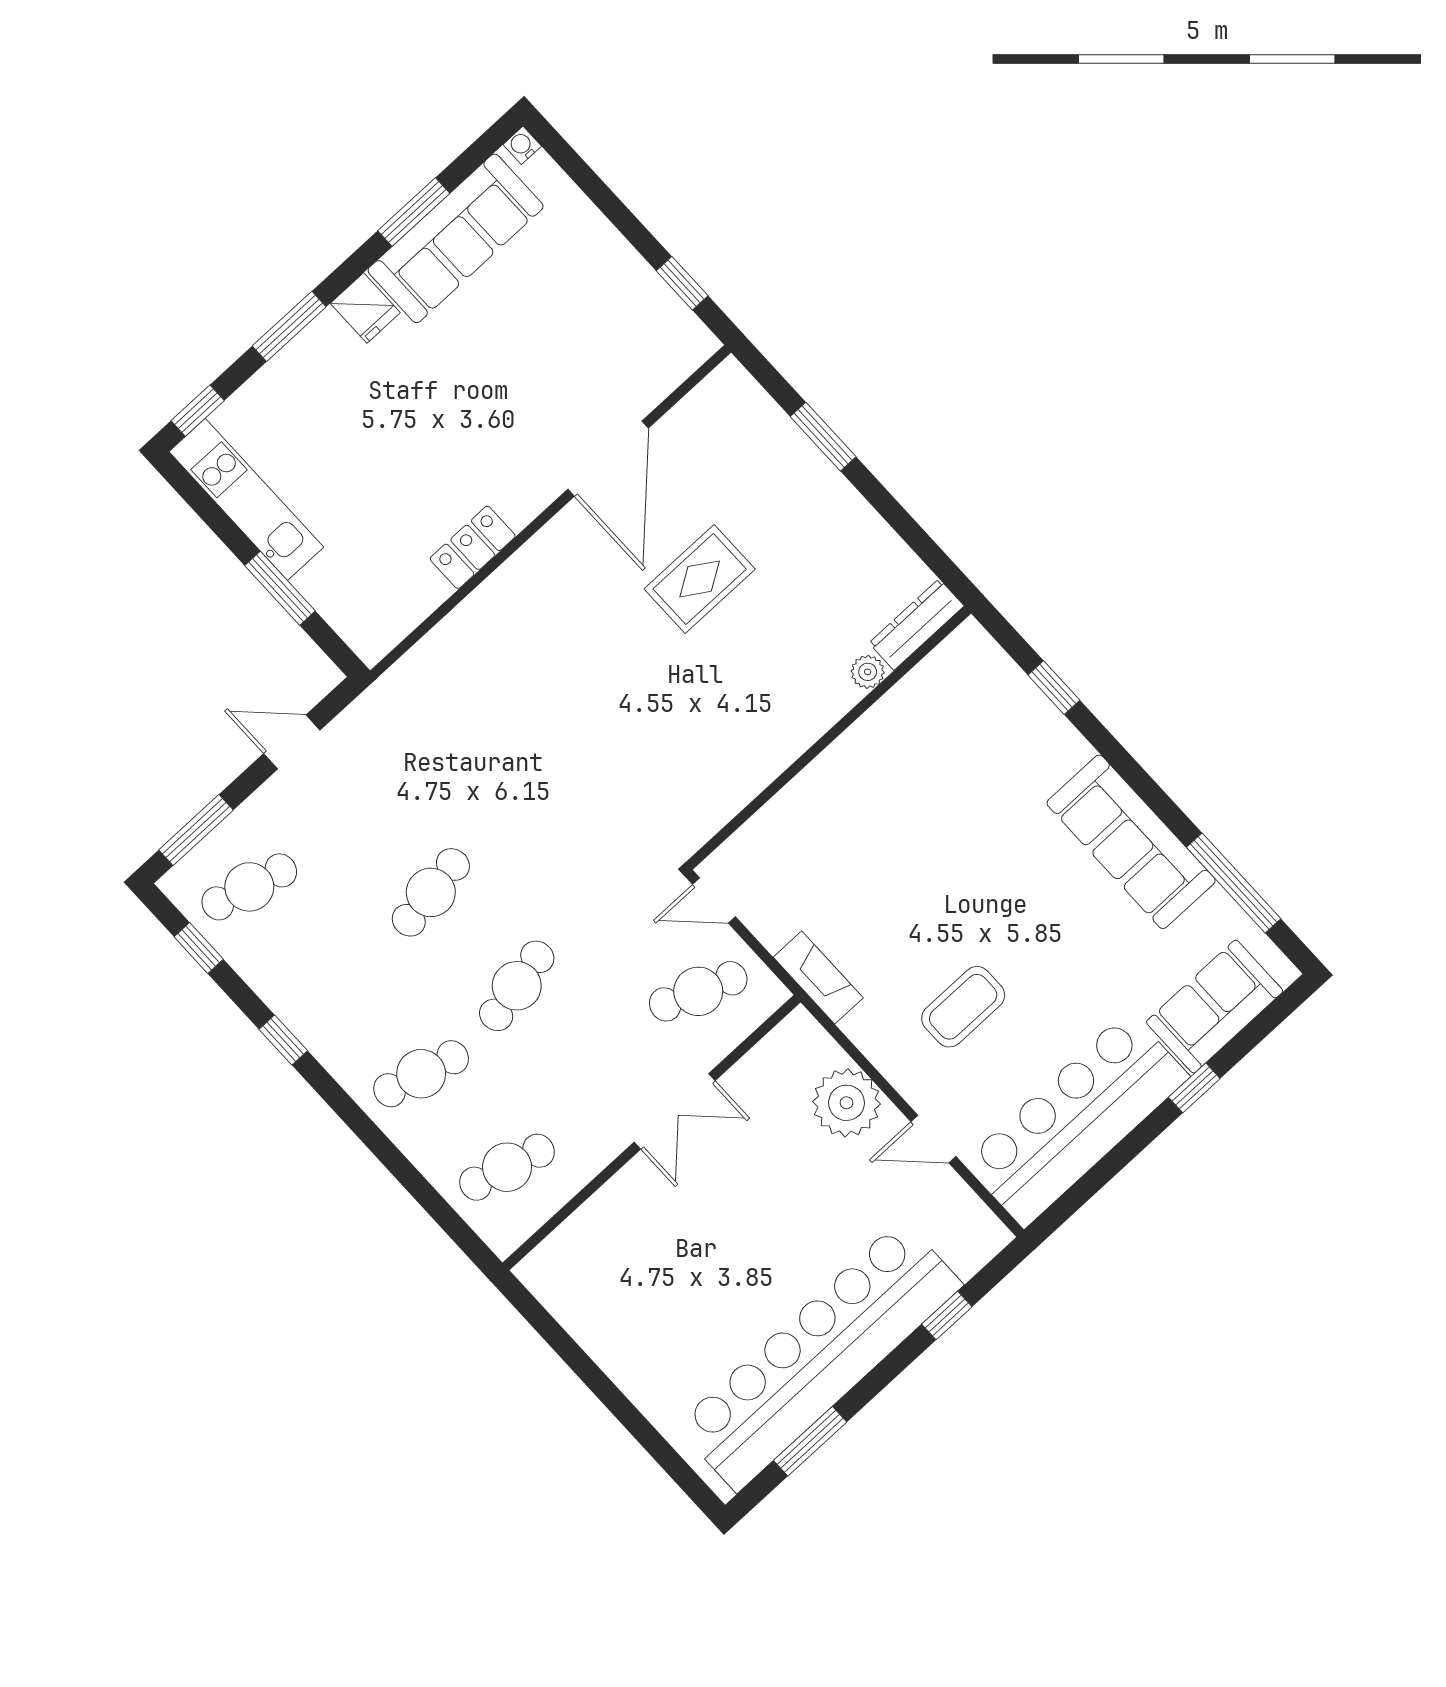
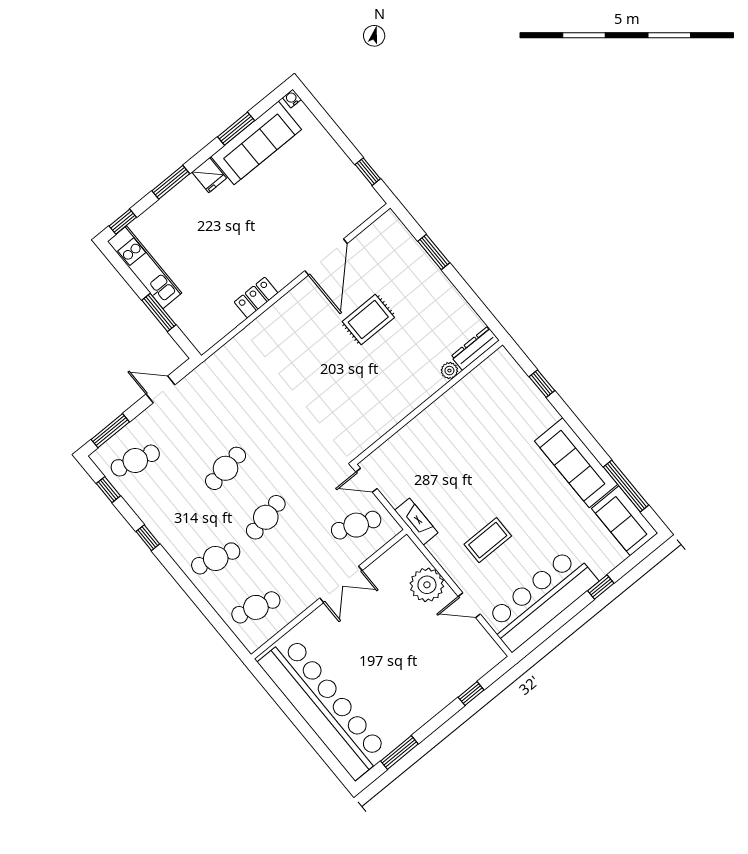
sofa: (1215, 1006) -> (625, 521), moved, turned -90
bar counter: (819, 1355) -> (324, 707), moved, turned 90

